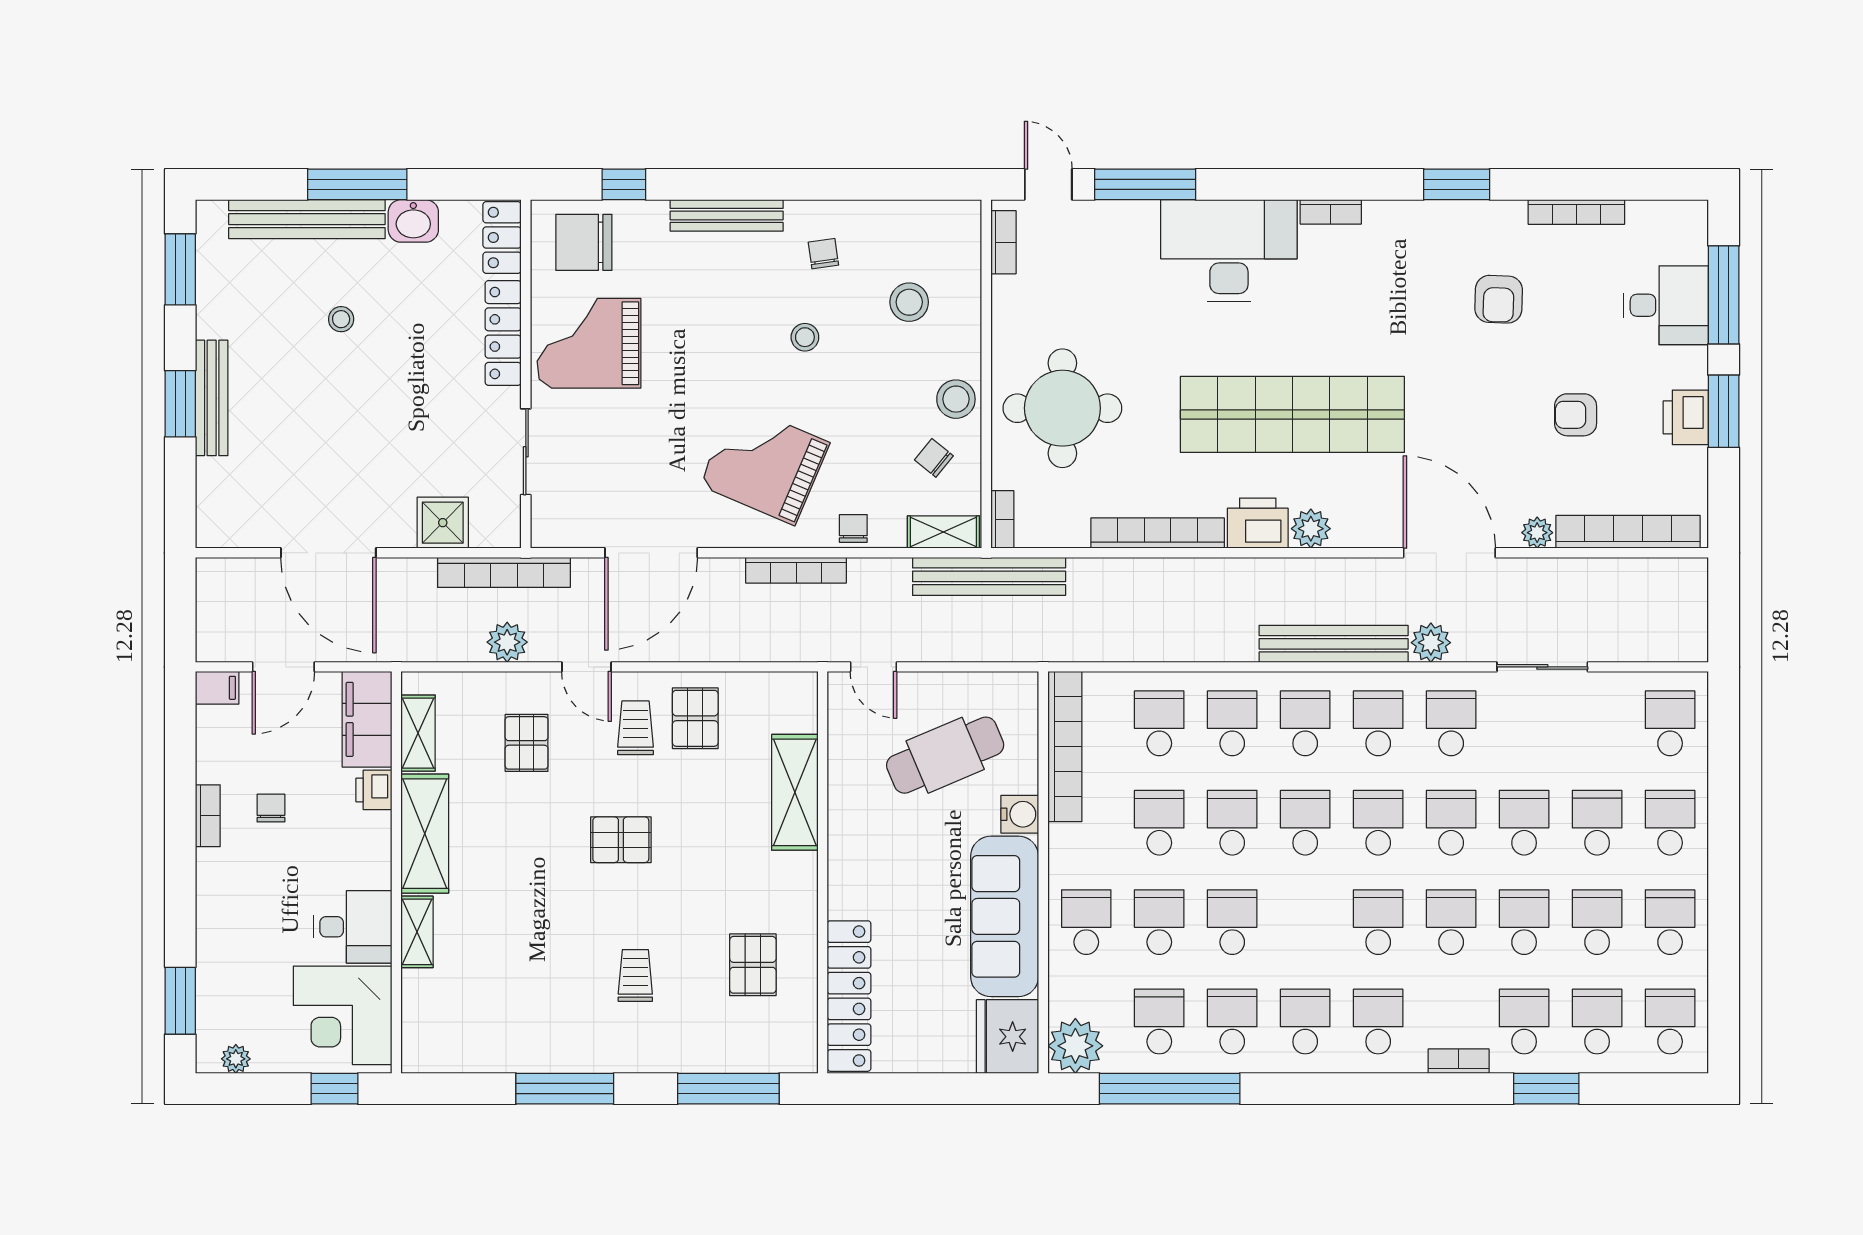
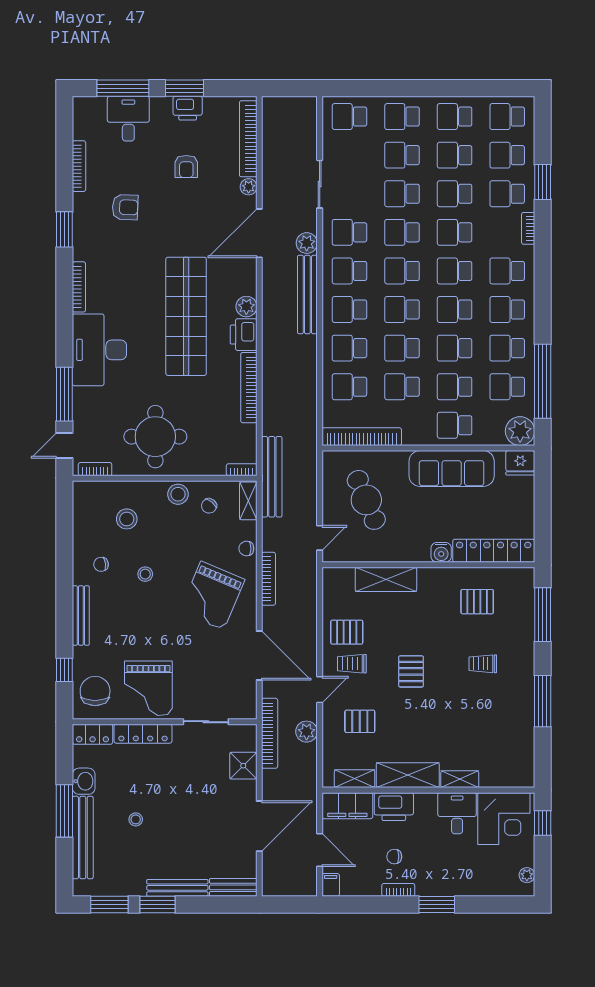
bookcase: (1331, 212) -> (79, 287), width x1.56
chair: (584, 242) -> (95, 691), turned 180
window: (180, 404) -> (157, 904), moved
round table: (1062, 408) -> (155, 437), moved
bench: (213, 503) -> (233, 887), added
printer: (374, 790) -> (394, 807), width x1.87, depth x1.48
water cooler: (1020, 814) -> (441, 552), moved, turned 180
school desk: (1305, 922) -> (455, 310), added
window: (180, 1001) -> (437, 904), moved
fridge: (1008, 1037) -> (520, 463), width x0.73, depth x0.75

